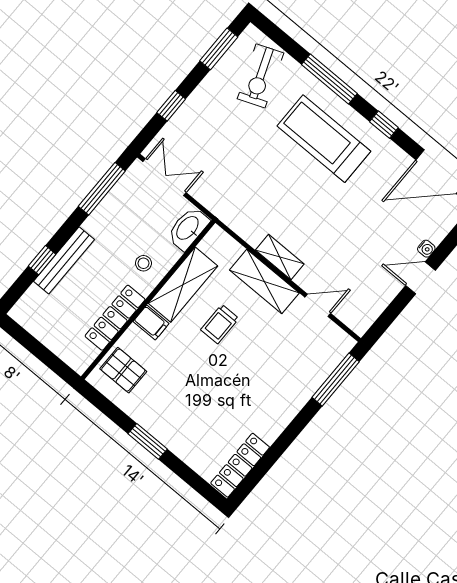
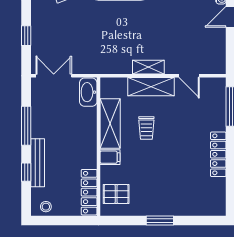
window: (102, 189) -> (26, 126), moved
stool: (143, 263) -> (46, 207), moved
door: (318, 305) -> (189, 76), swing flipped
locker: (115, 318) -> (89, 192), moved
locker: (240, 465) -> (218, 154), moved

